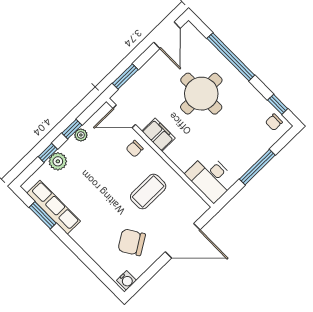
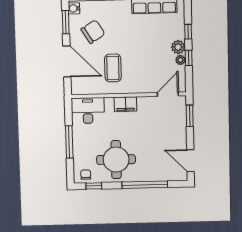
round table: (201, 94) -> (116, 160), moved
filing cabinet: (158, 135) -> (125, 104), moved
chair: (135, 149) -> (144, 83), removed
plant: (58, 161) -> (178, 47), moved
door: (183, 241) -> (67, 61), swing flipped
window: (147, 276) -> (66, 22), added

